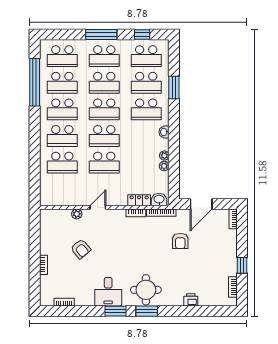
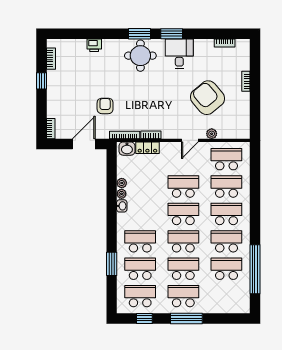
school desk: (62, 56) -> (226, 159), moved
washbasin: (164, 132) -> (122, 206), moved
armchair: (81, 249) -> (207, 98), width x1.88, depth x1.88

